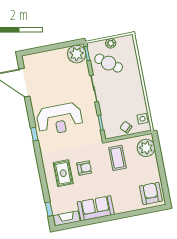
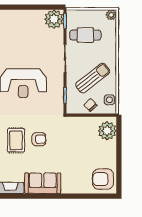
plant: (111, 43) -> (111, 15), moved
cafe table: (109, 63) -> (85, 35), turned -36
sun lounger: (123, 102) -> (93, 78), added
coffee table: (117, 158) -> (75, 135), removed
armchair: (151, 193) -> (103, 179), turned -90

